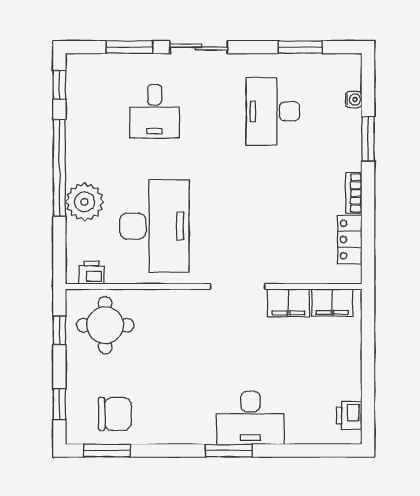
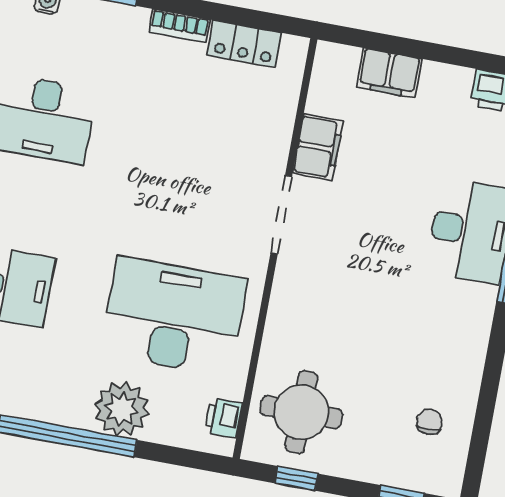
filing cabinet: (332, 303) -> (389, 73), moved, turned 90
chair: (115, 414) -> (429, 422), width x0.54, depth x0.54
window: (107, 451) -> (479, 442), removed

